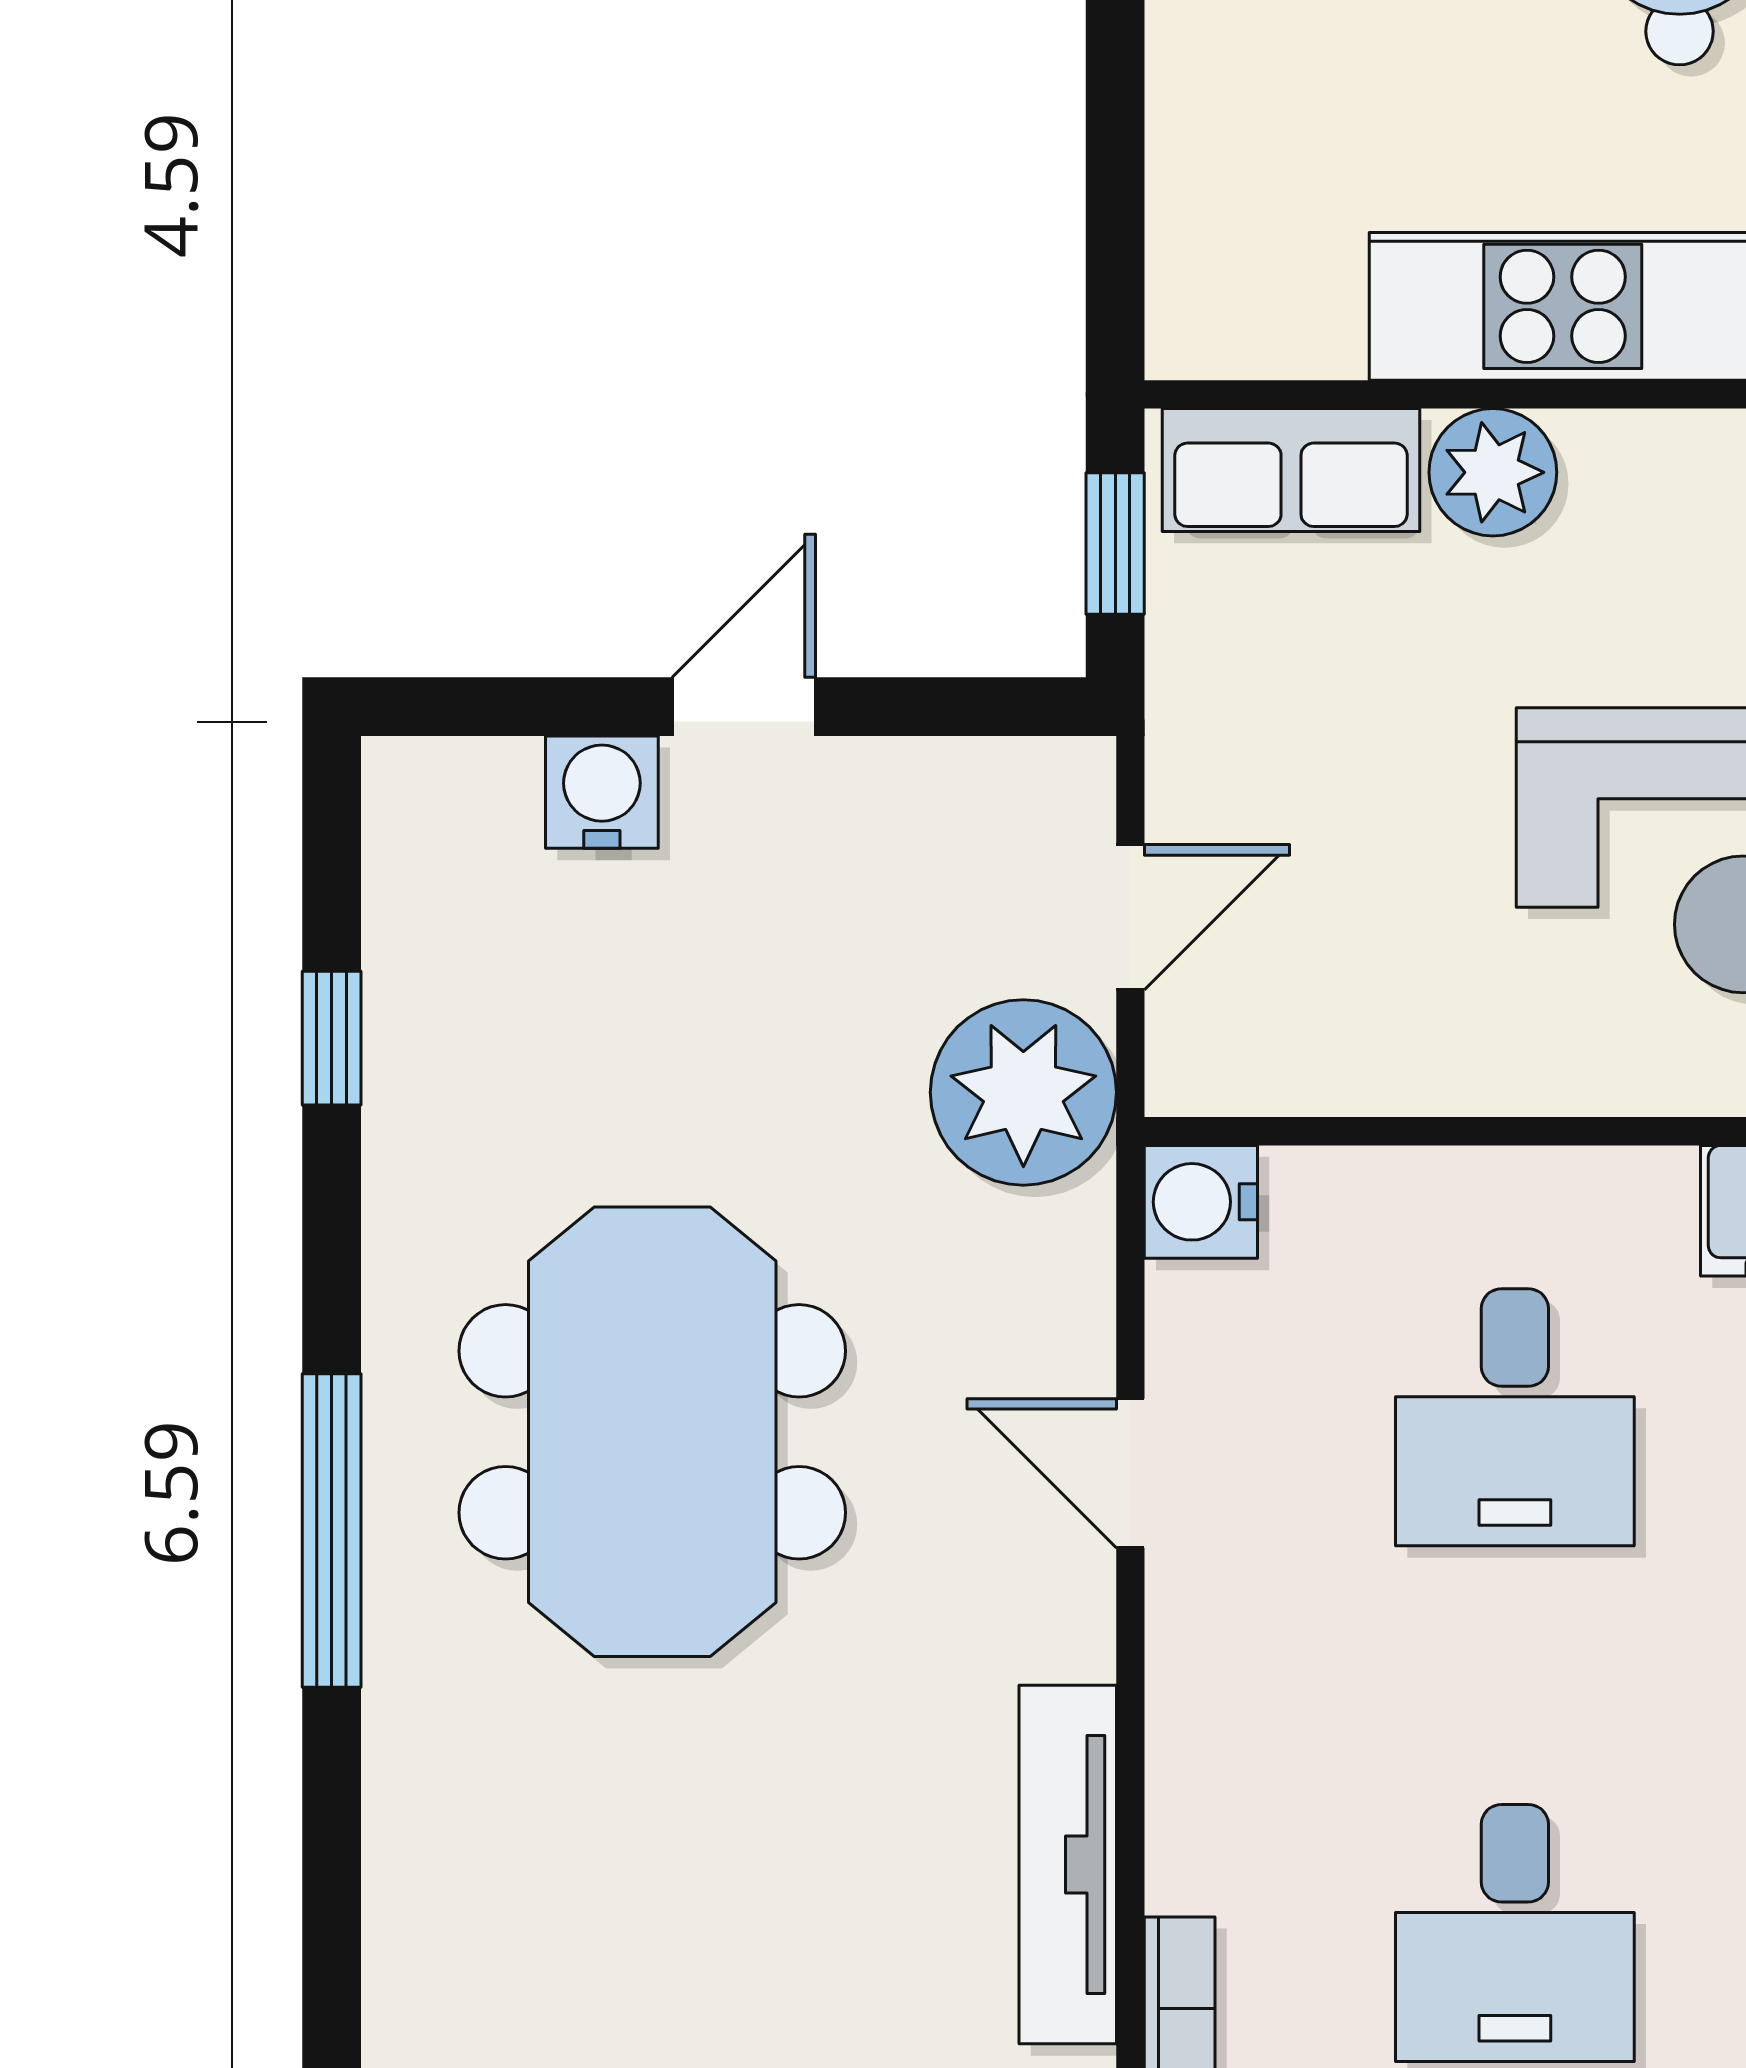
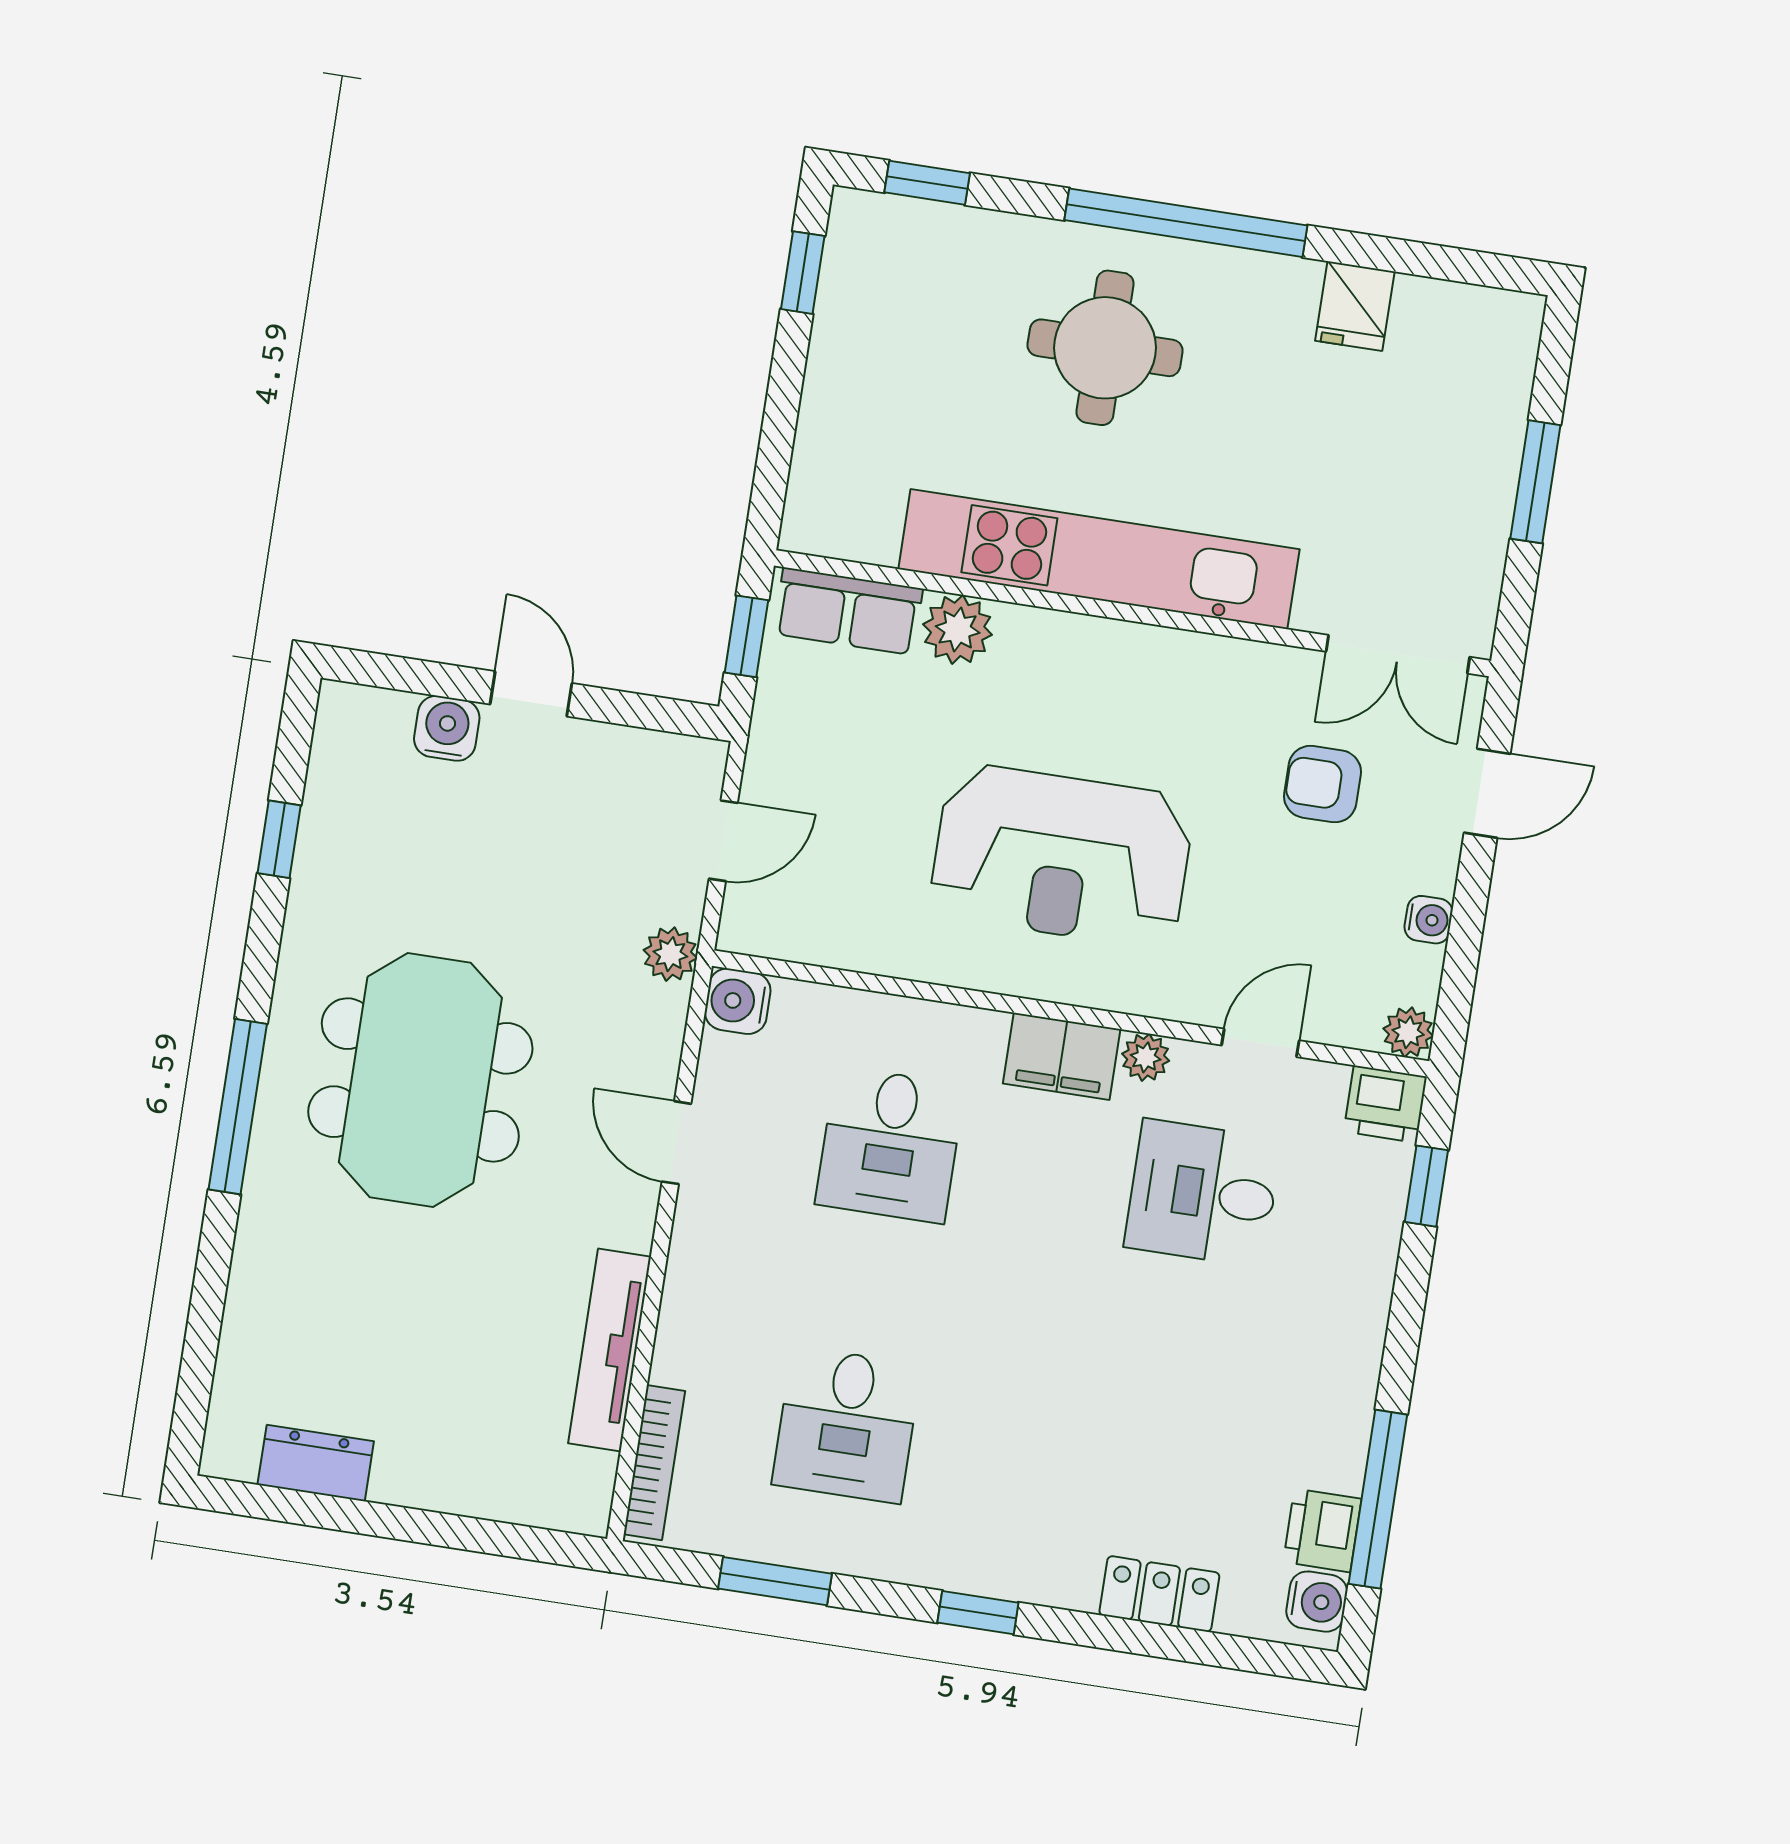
door: (744, 707) -> (531, 694), hinge flipped
plant: (1023, 1092) -> (670, 954), width x0.53, depth x0.53

